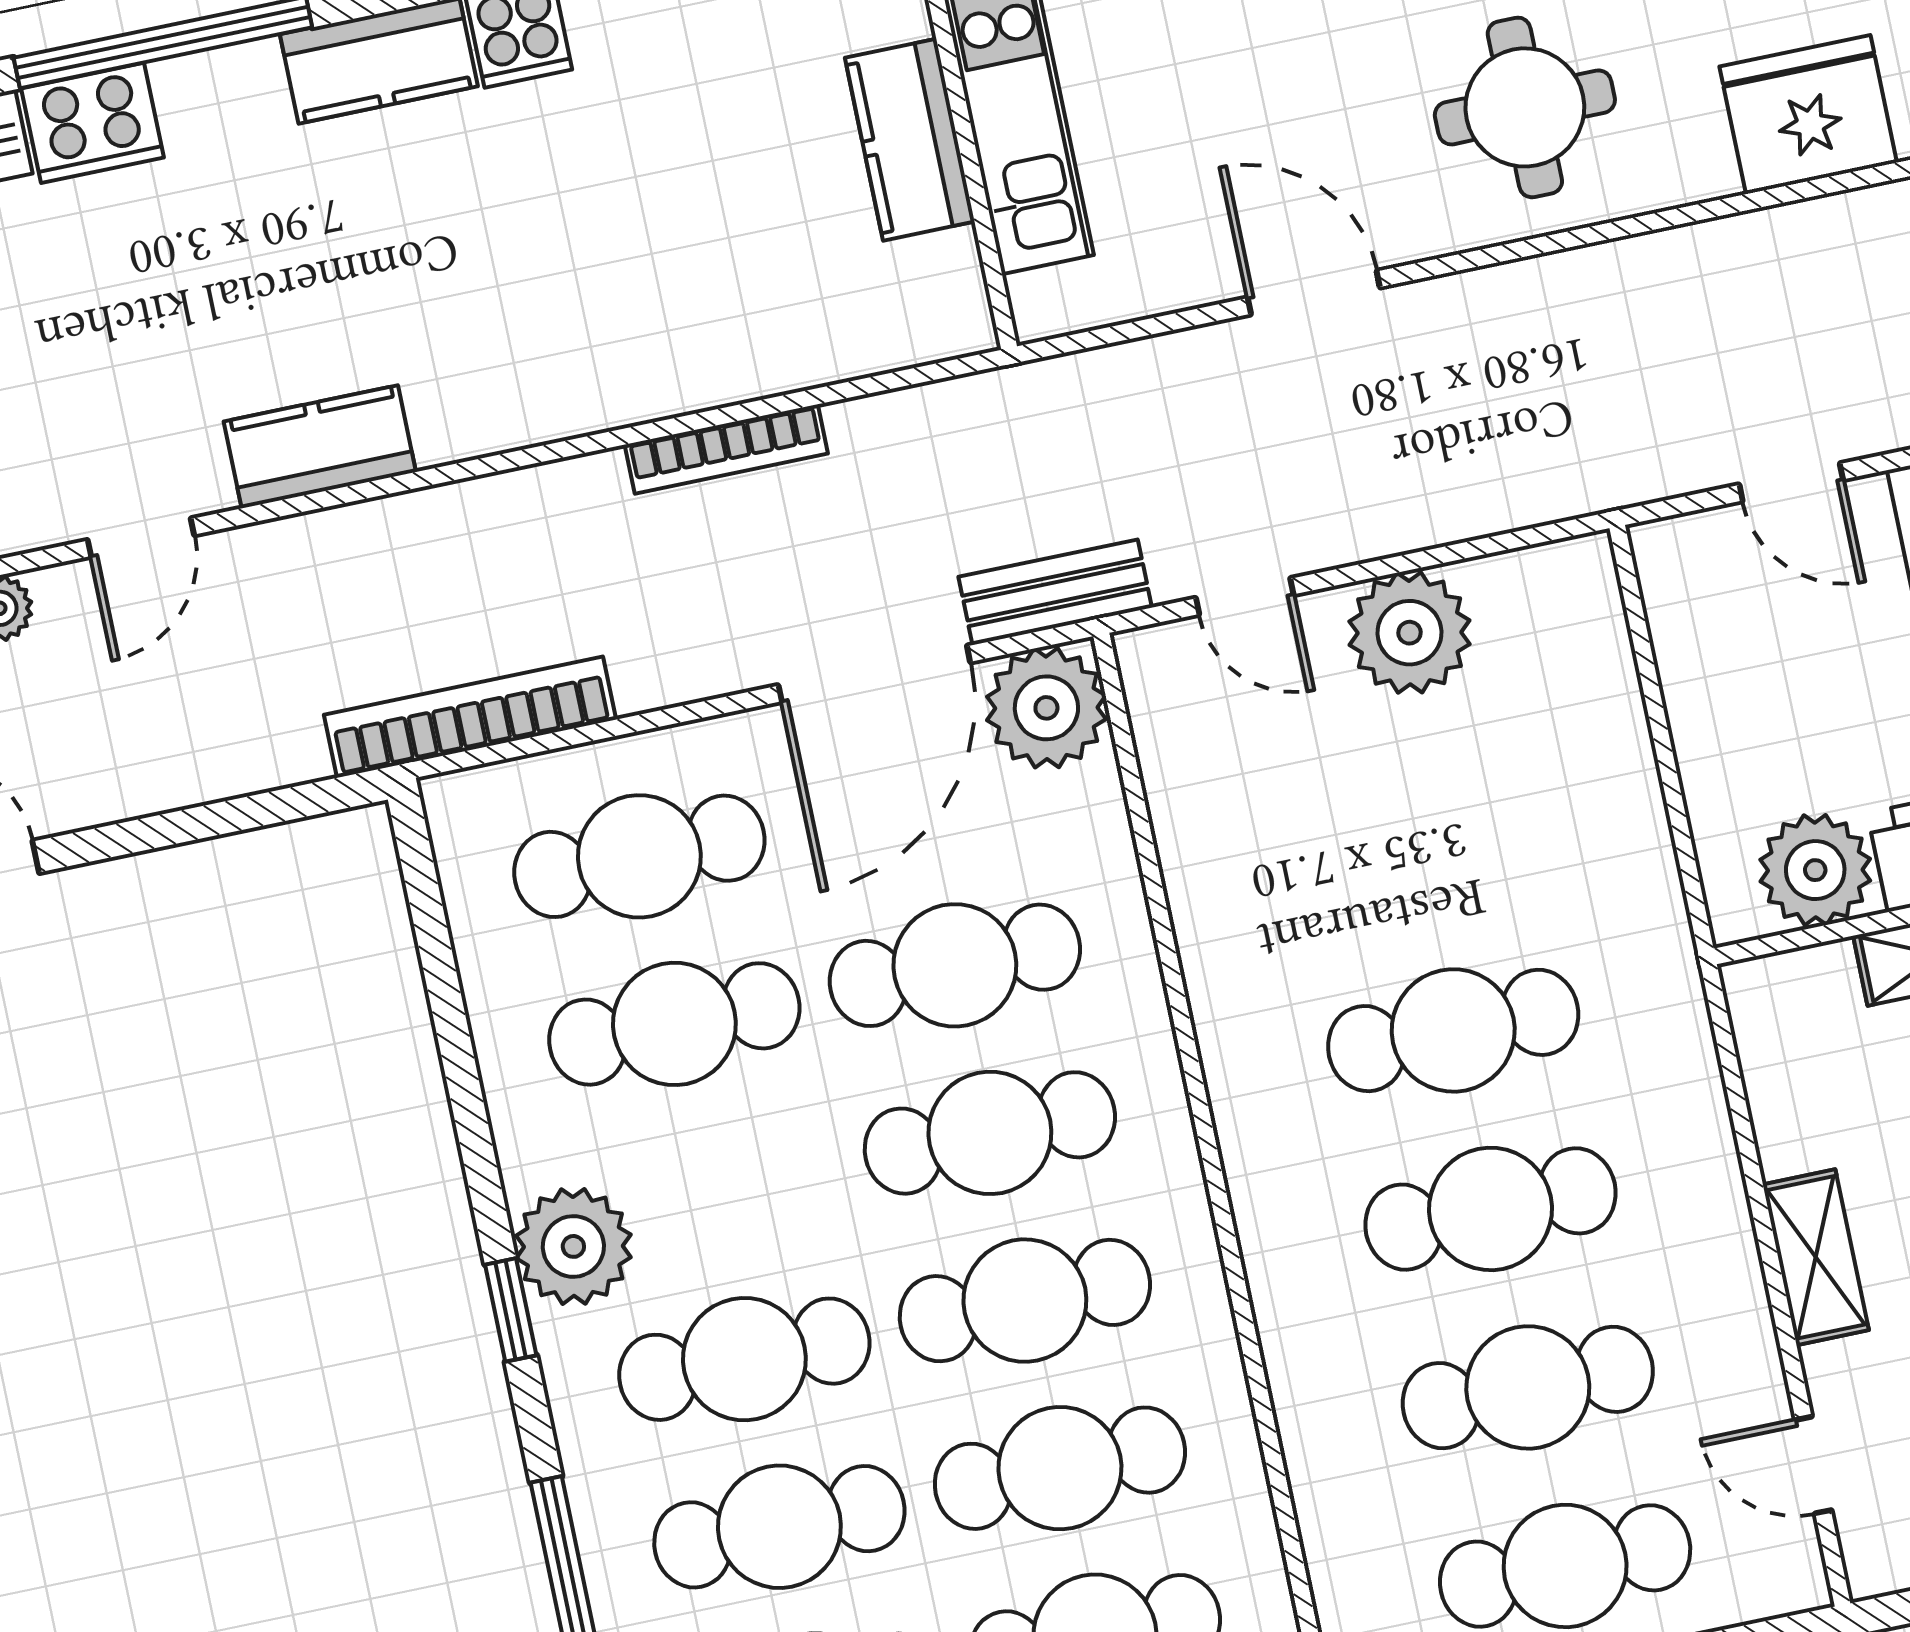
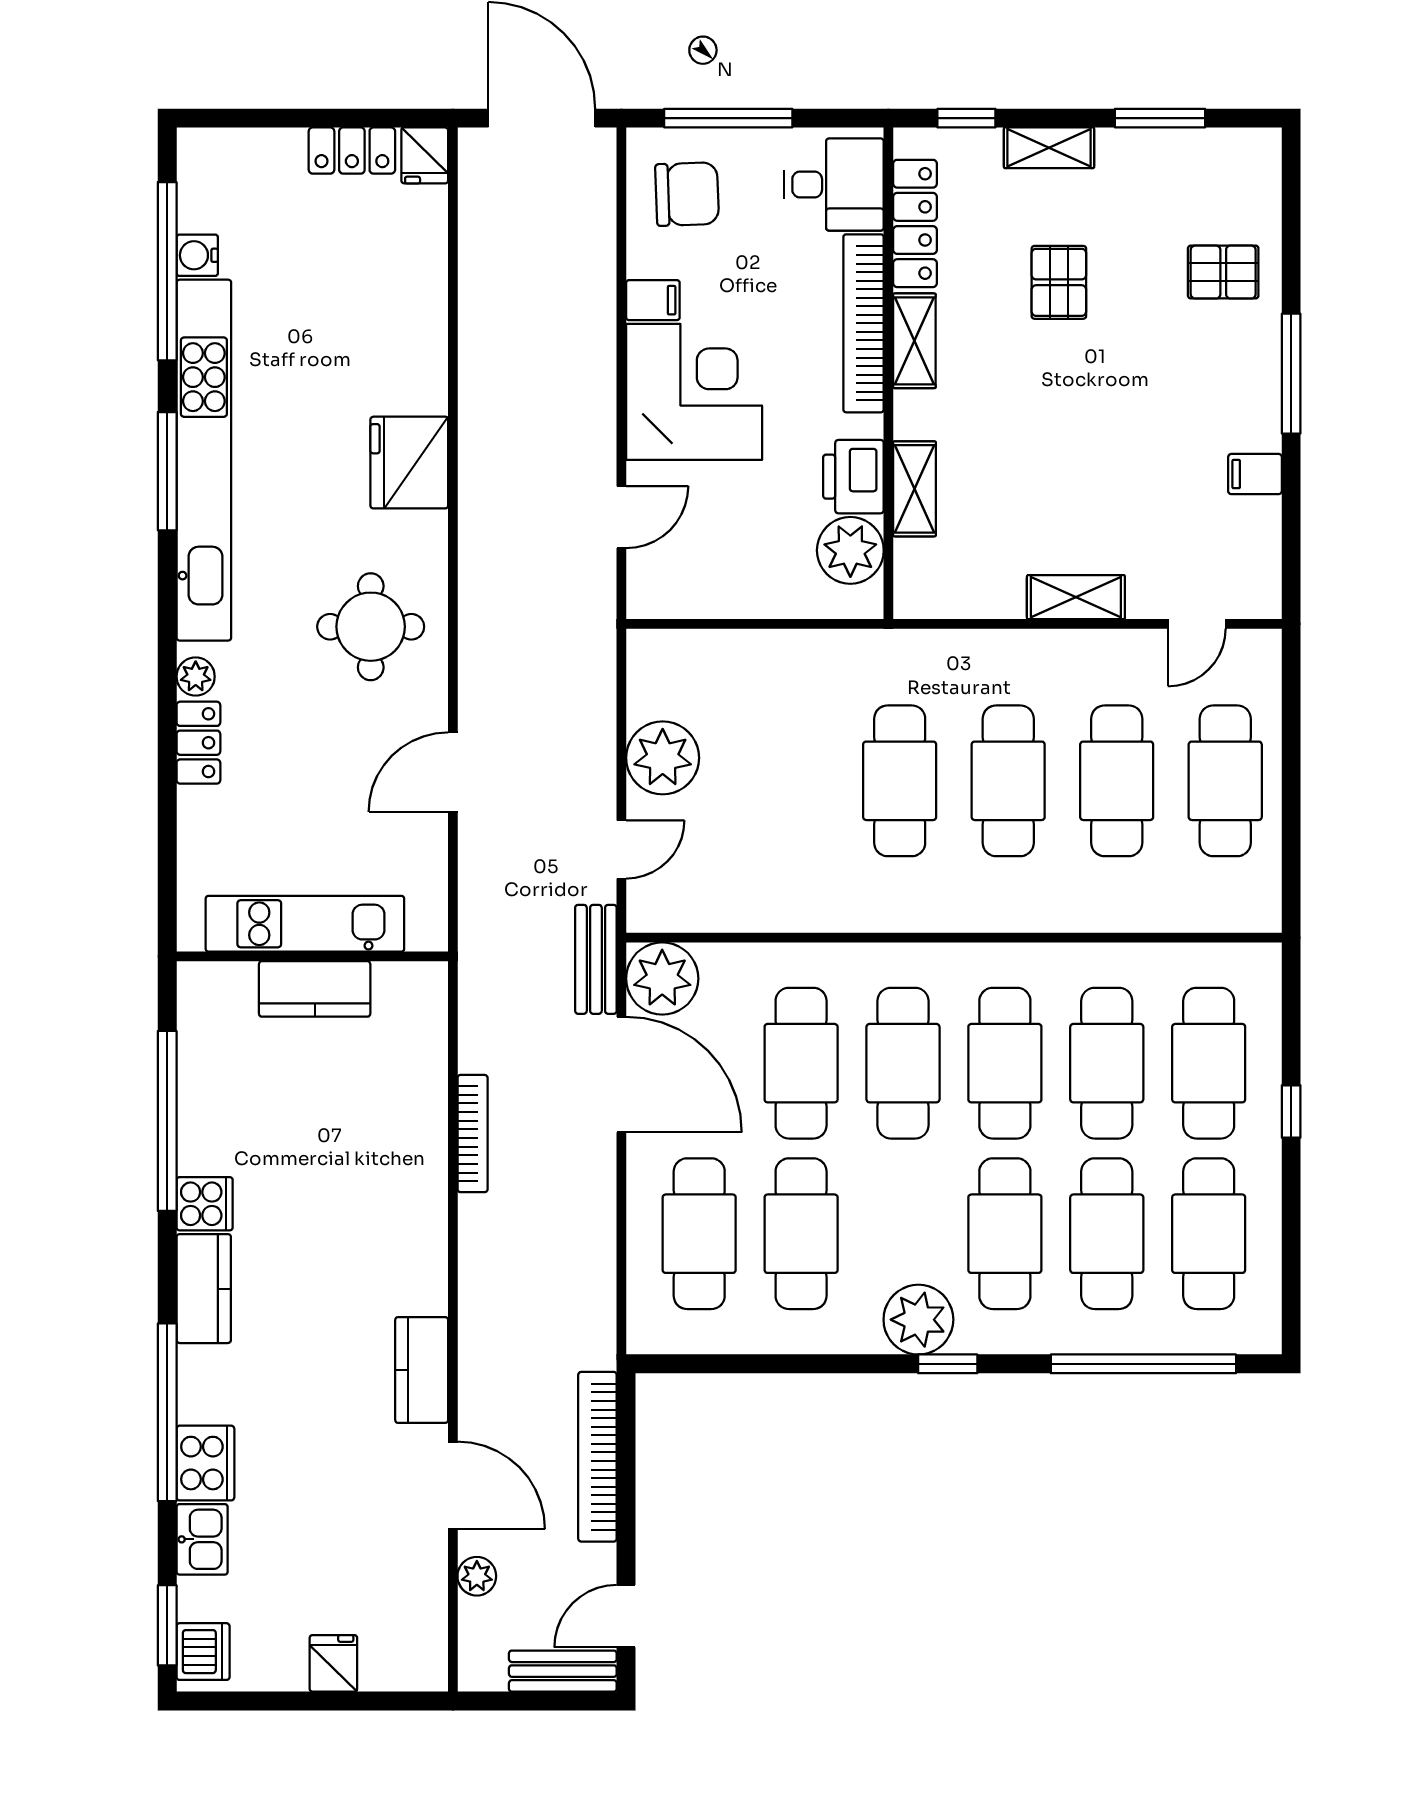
door: (141, 538) -> (453, 1485), width x1.38
bookcase: (470, 717) -> (597, 1457), moved

